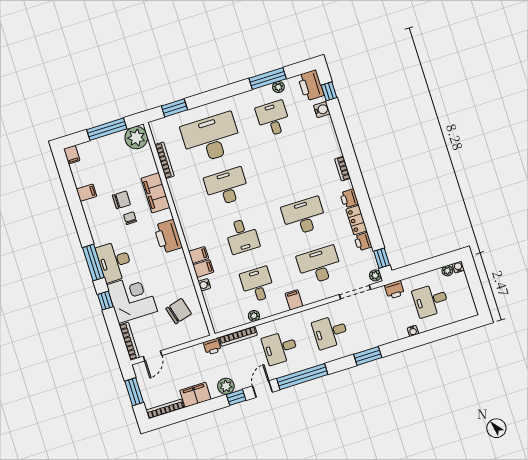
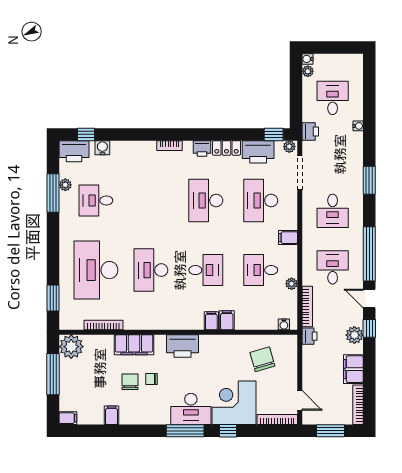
printer: (363, 242) -> (258, 152), width x1.87, depth x1.48
water cooler: (204, 285) -> (284, 324), moved
desk: (431, 300) -> (333, 98), turned 180
desk: (280, 348) -> (333, 267), turned 180

